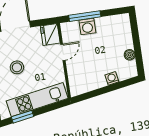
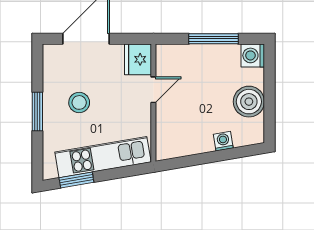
window: (85, 16) -> (213, 39), moved
washing machine: (87, 27) -> (253, 55), moved, turned 90
boiler: (130, 55) -> (249, 102), width x1.86, depth x1.86

